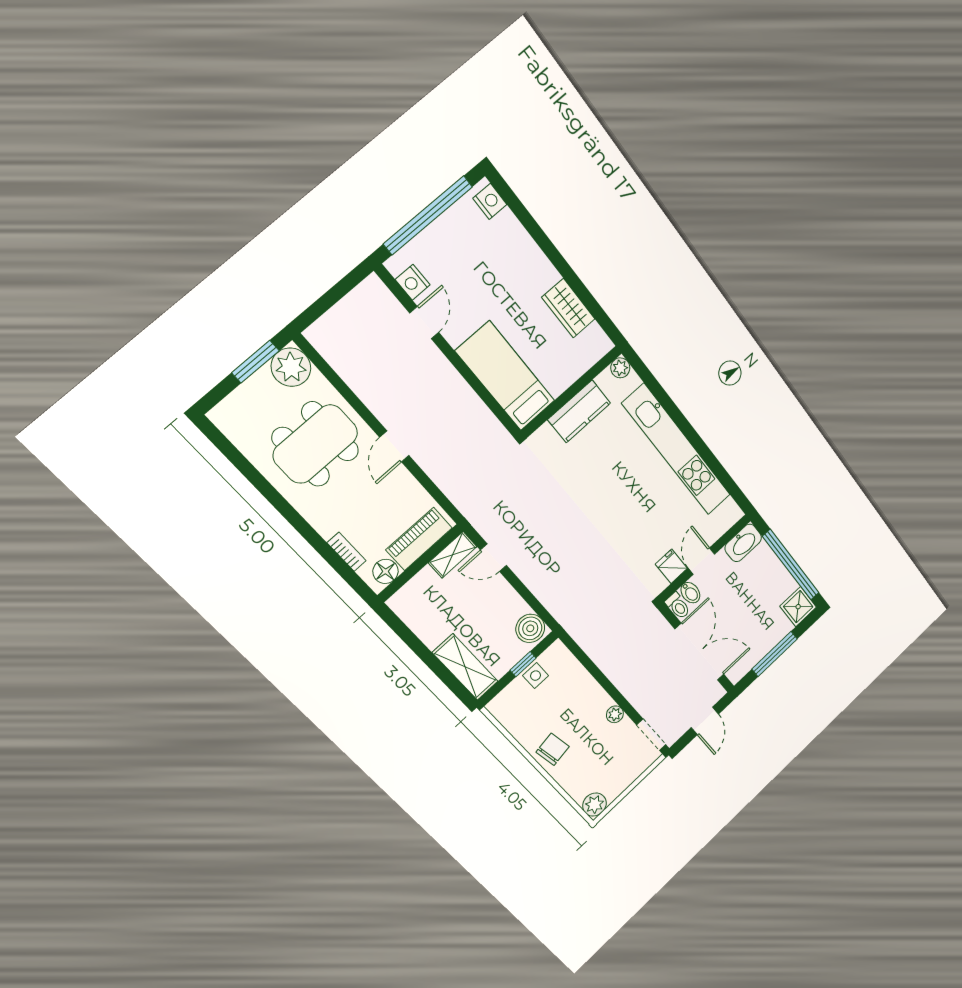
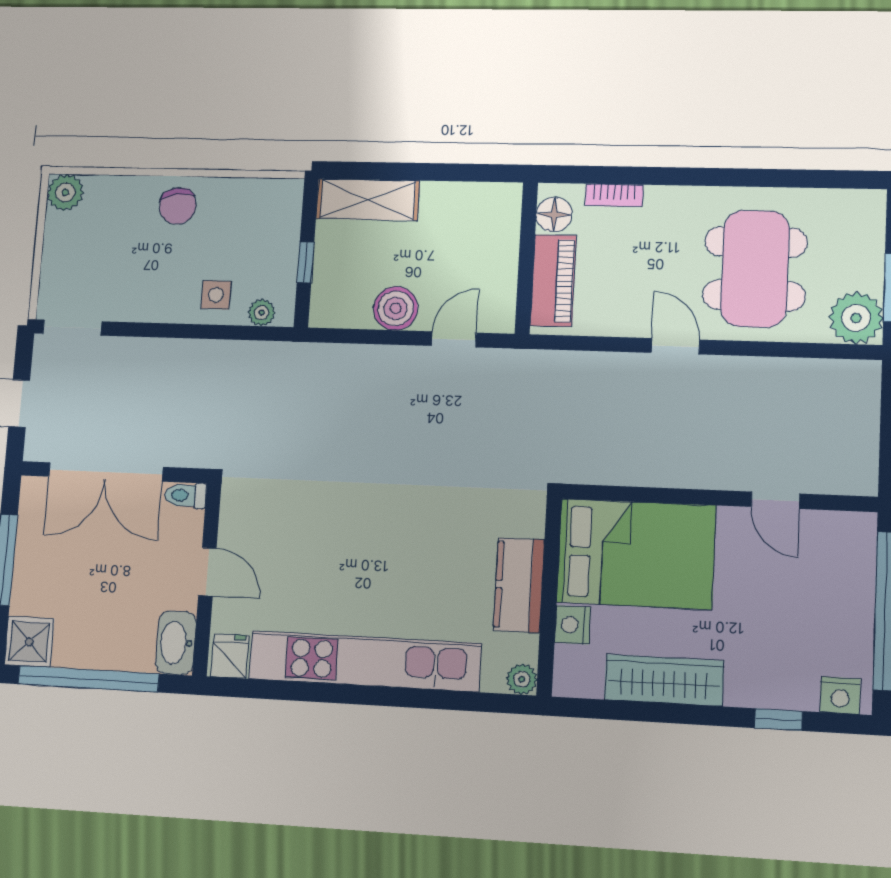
window: (529, 223) -> (778, 720), added
nightstand: (413, 282) -> (573, 625), moved, turned -90
wardrobe: (568, 308) -> (664, 680), width x1.50
bed: (505, 376) -> (636, 554), width x1.50
shelving: (453, 555) -> (501, 299), removed
fridge: (671, 566) -> (230, 656), moved, turned -90
bidet: (690, 593) -> (185, 525), removed
boiler: (530, 628) -> (396, 308), moved
side table: (536, 676) -> (216, 295), moved
plant: (615, 714) -> (262, 313), moved

